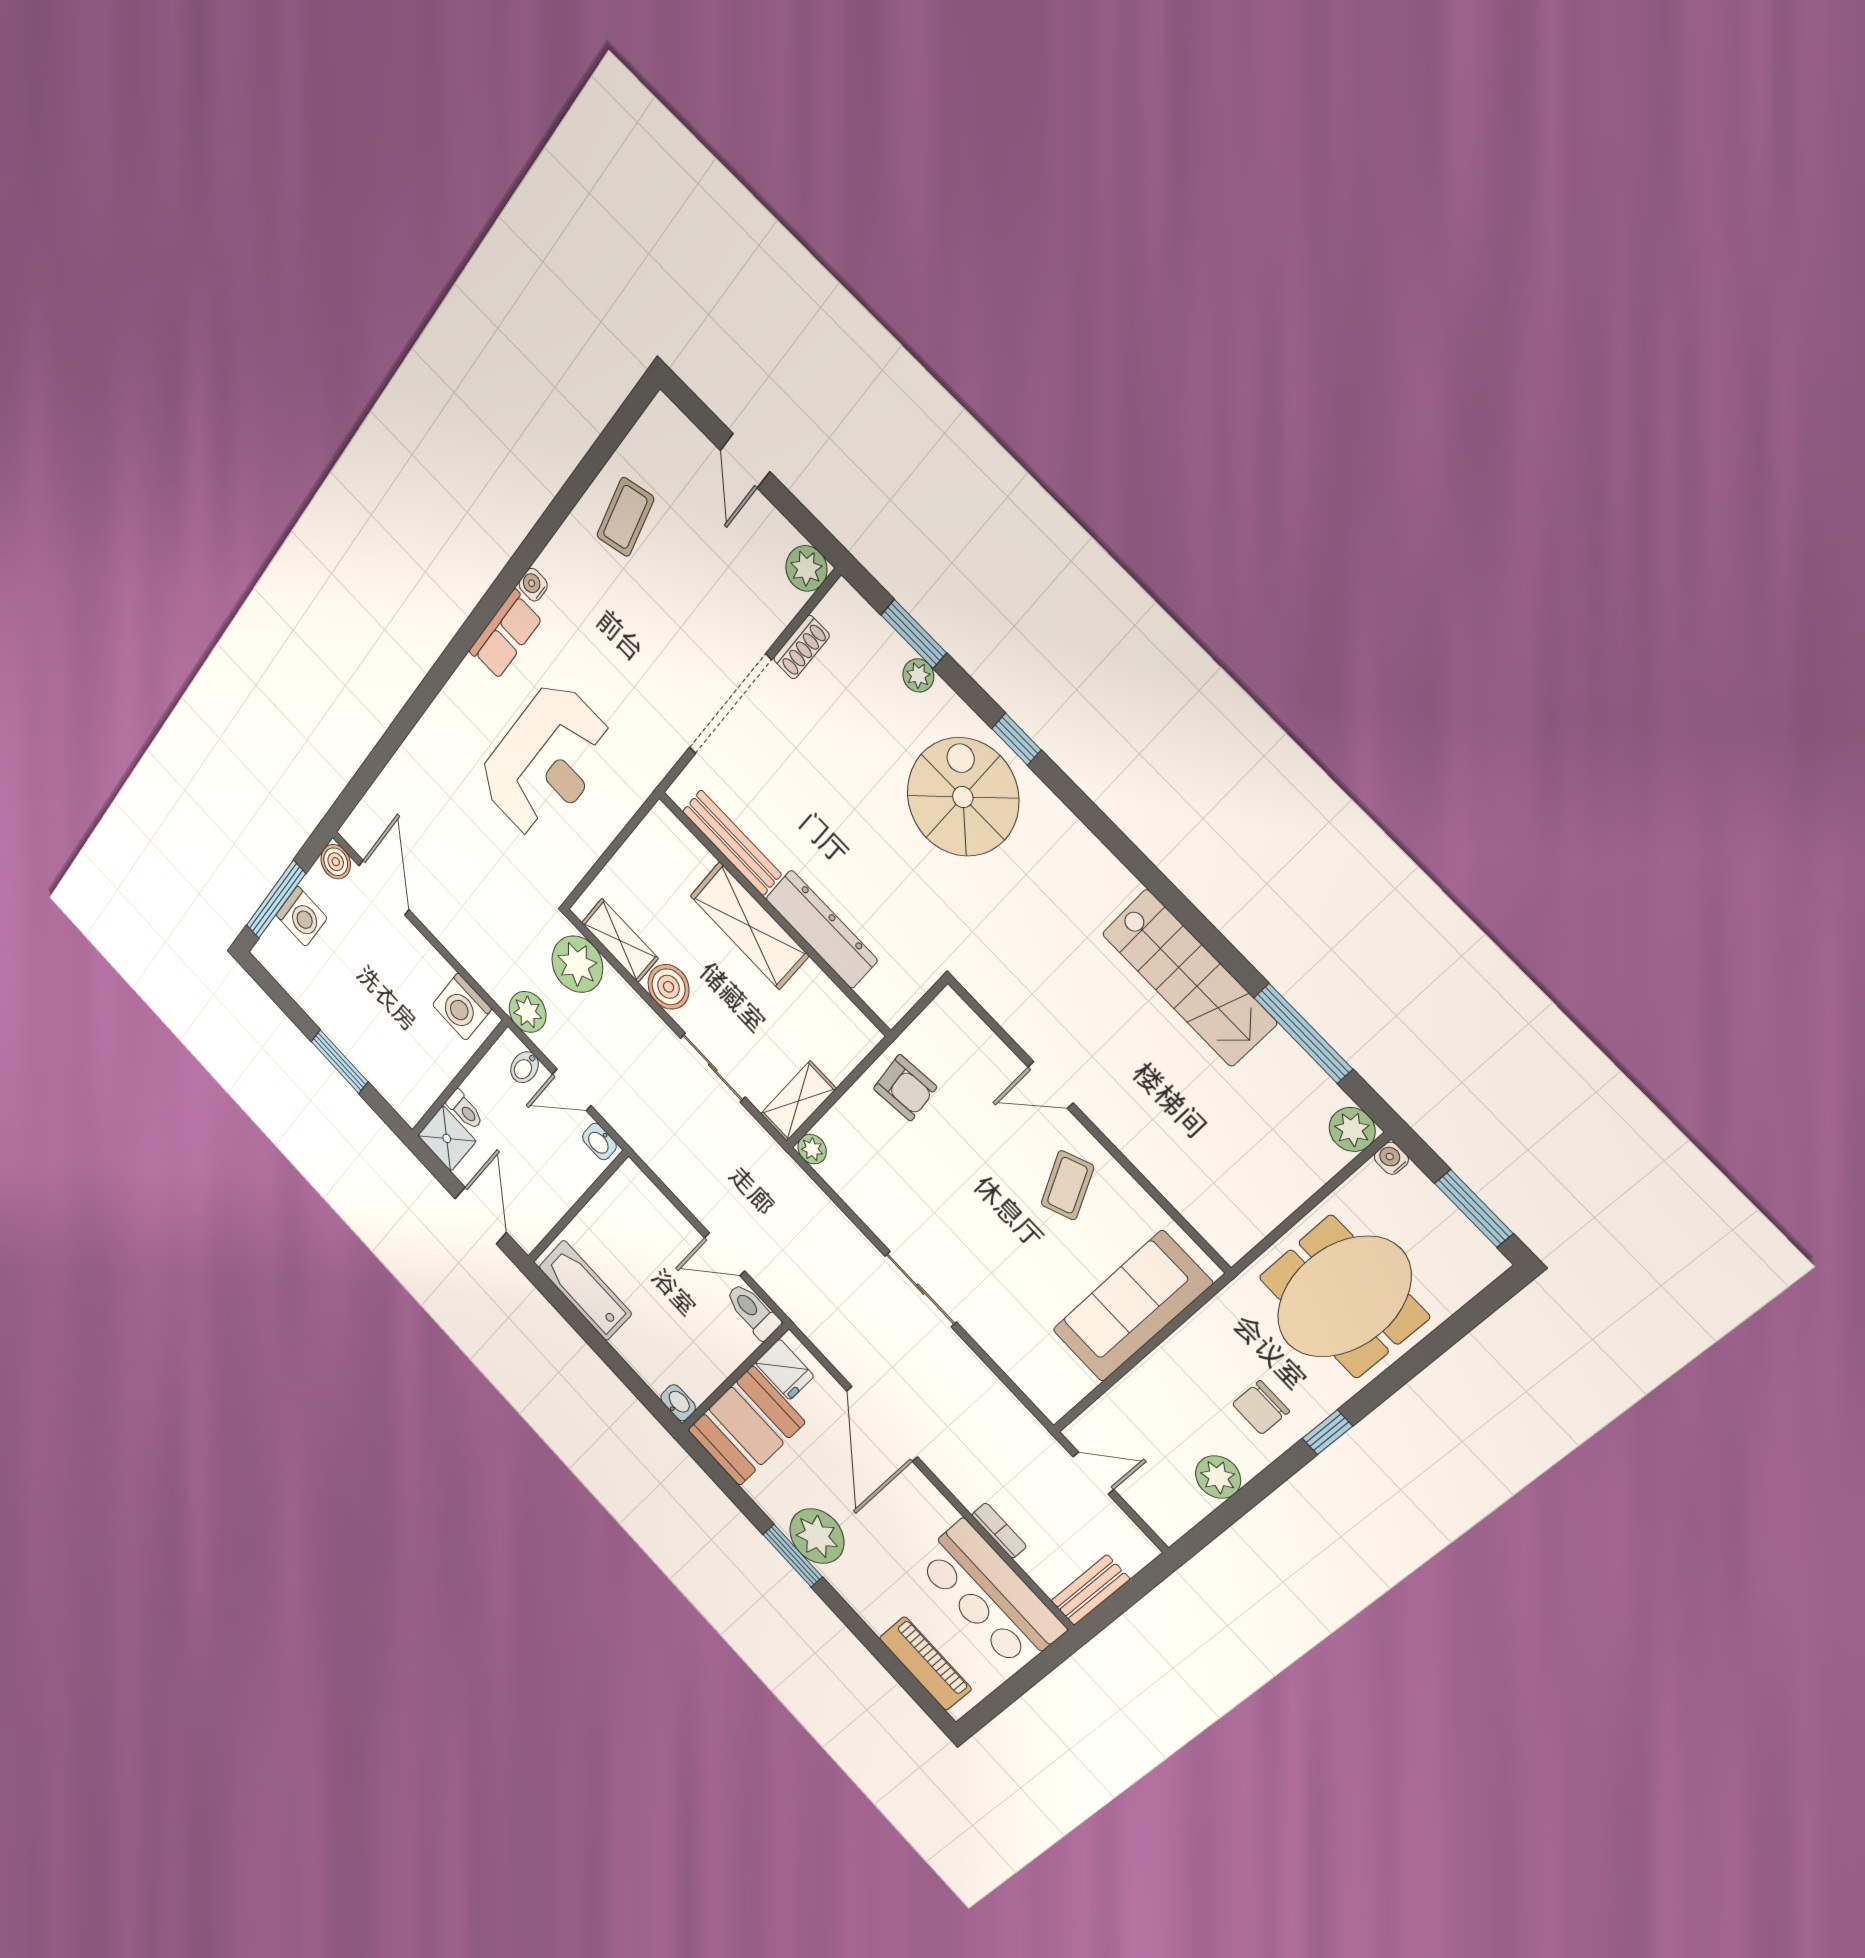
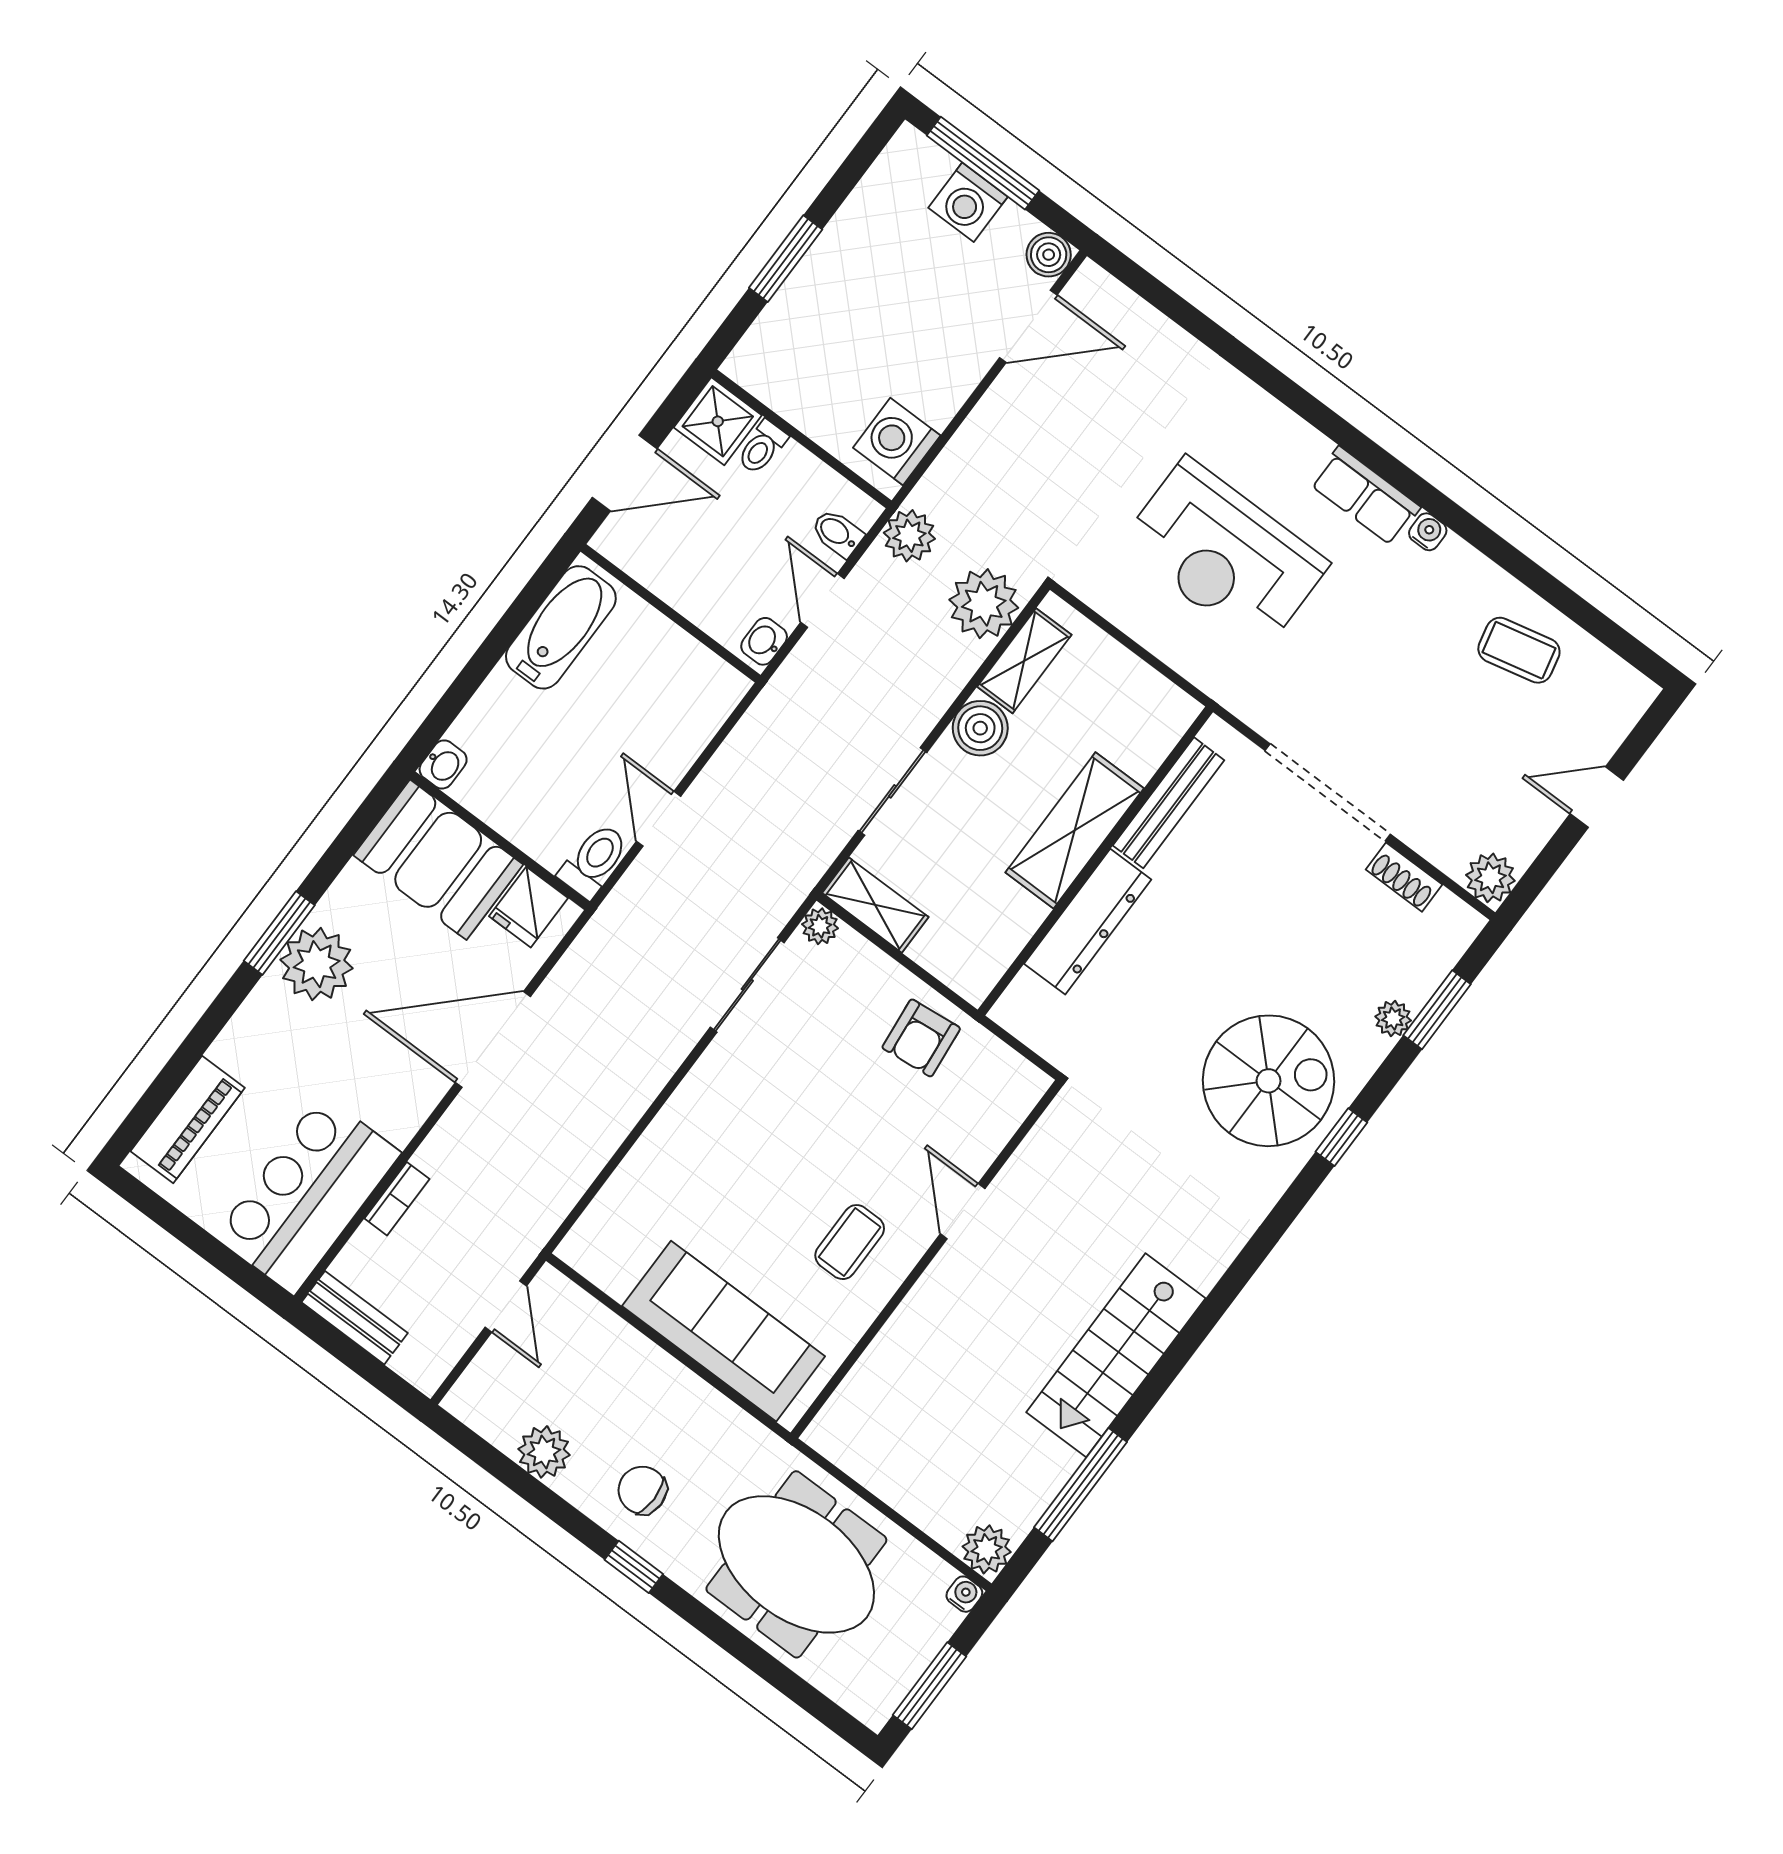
coffee table: (1067, 1185) -> (850, 1242), turned -66
sliding door: (921, 1289) -> (747, 985), moved

